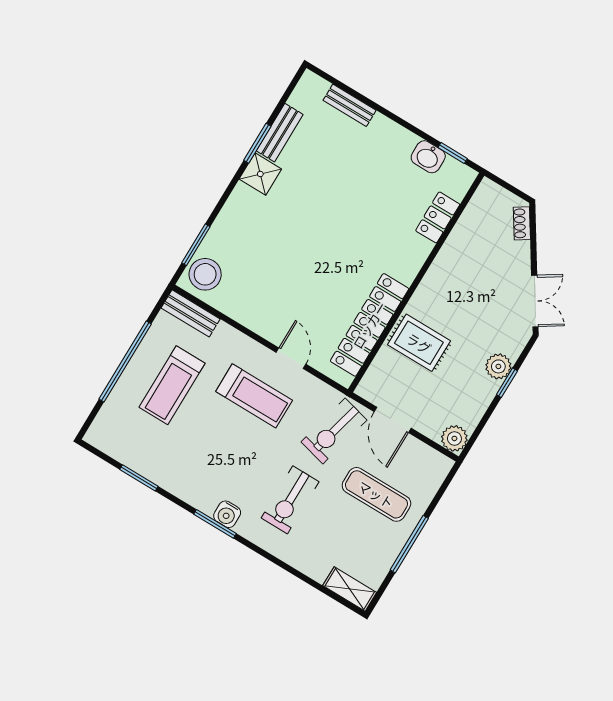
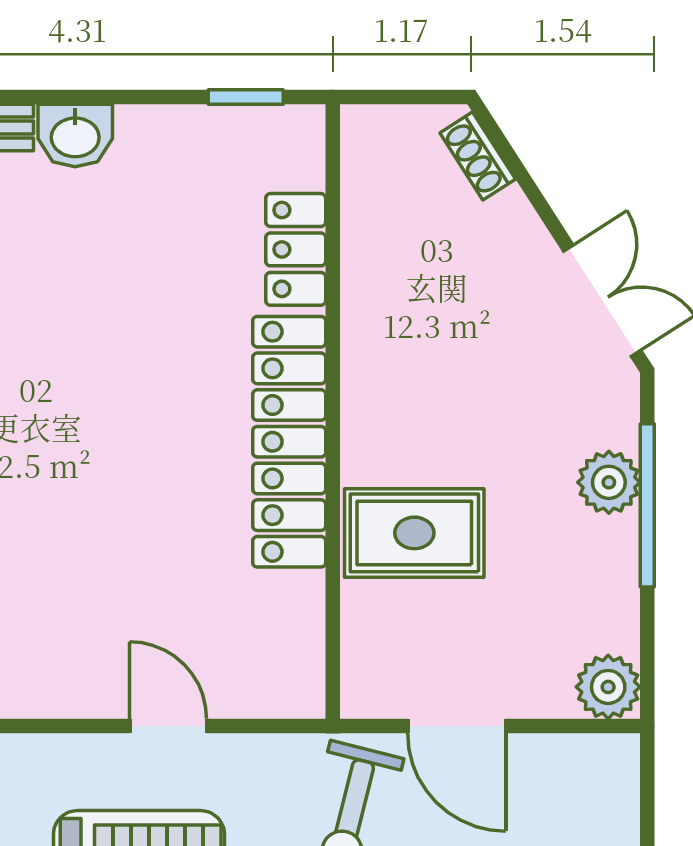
washbasin: (428, 157) -> (75, 136), moved
locker: (369, 325) -> (289, 442), moved
window: (507, 383) -> (647, 505), width x2.17

